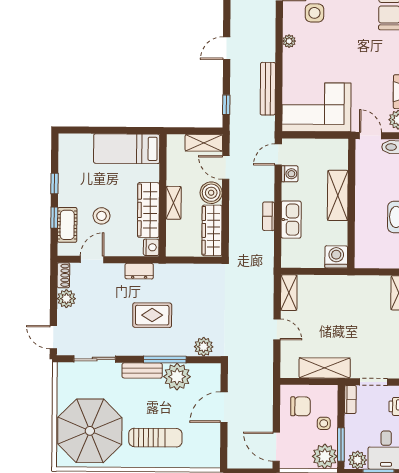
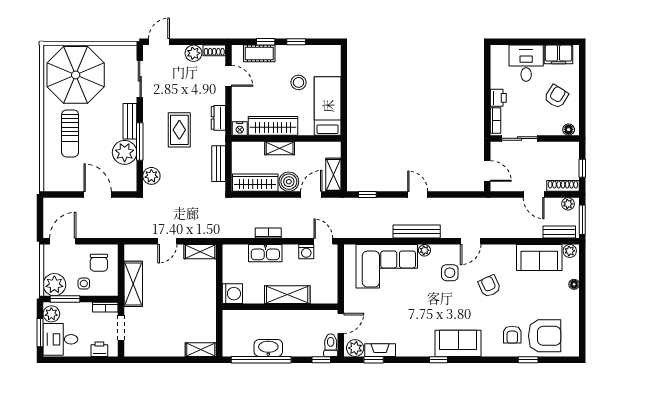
bench: (268, 89) -> (417, 232), moved
corner sofa: (316, 107) -> (387, 266), moved, turned 90
stool: (102, 216) -> (298, 82), moved
bench: (190, 271) -> (219, 164), added

